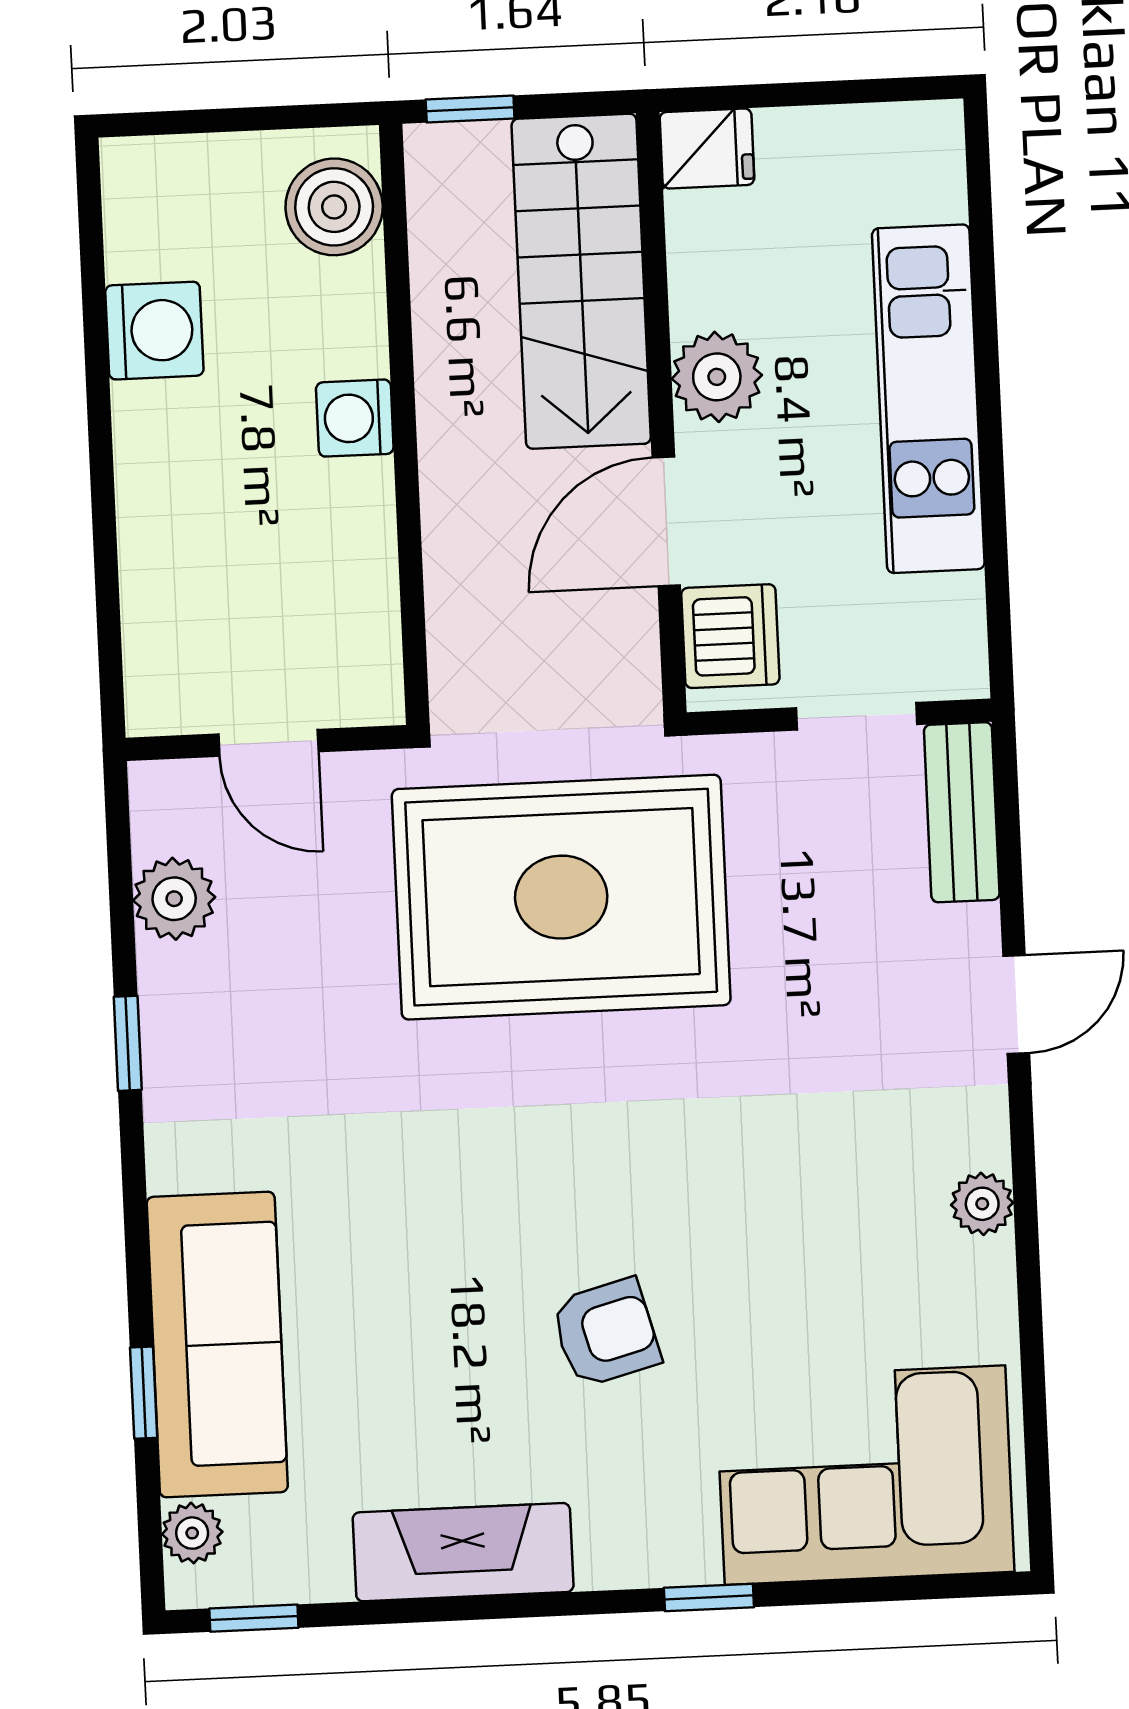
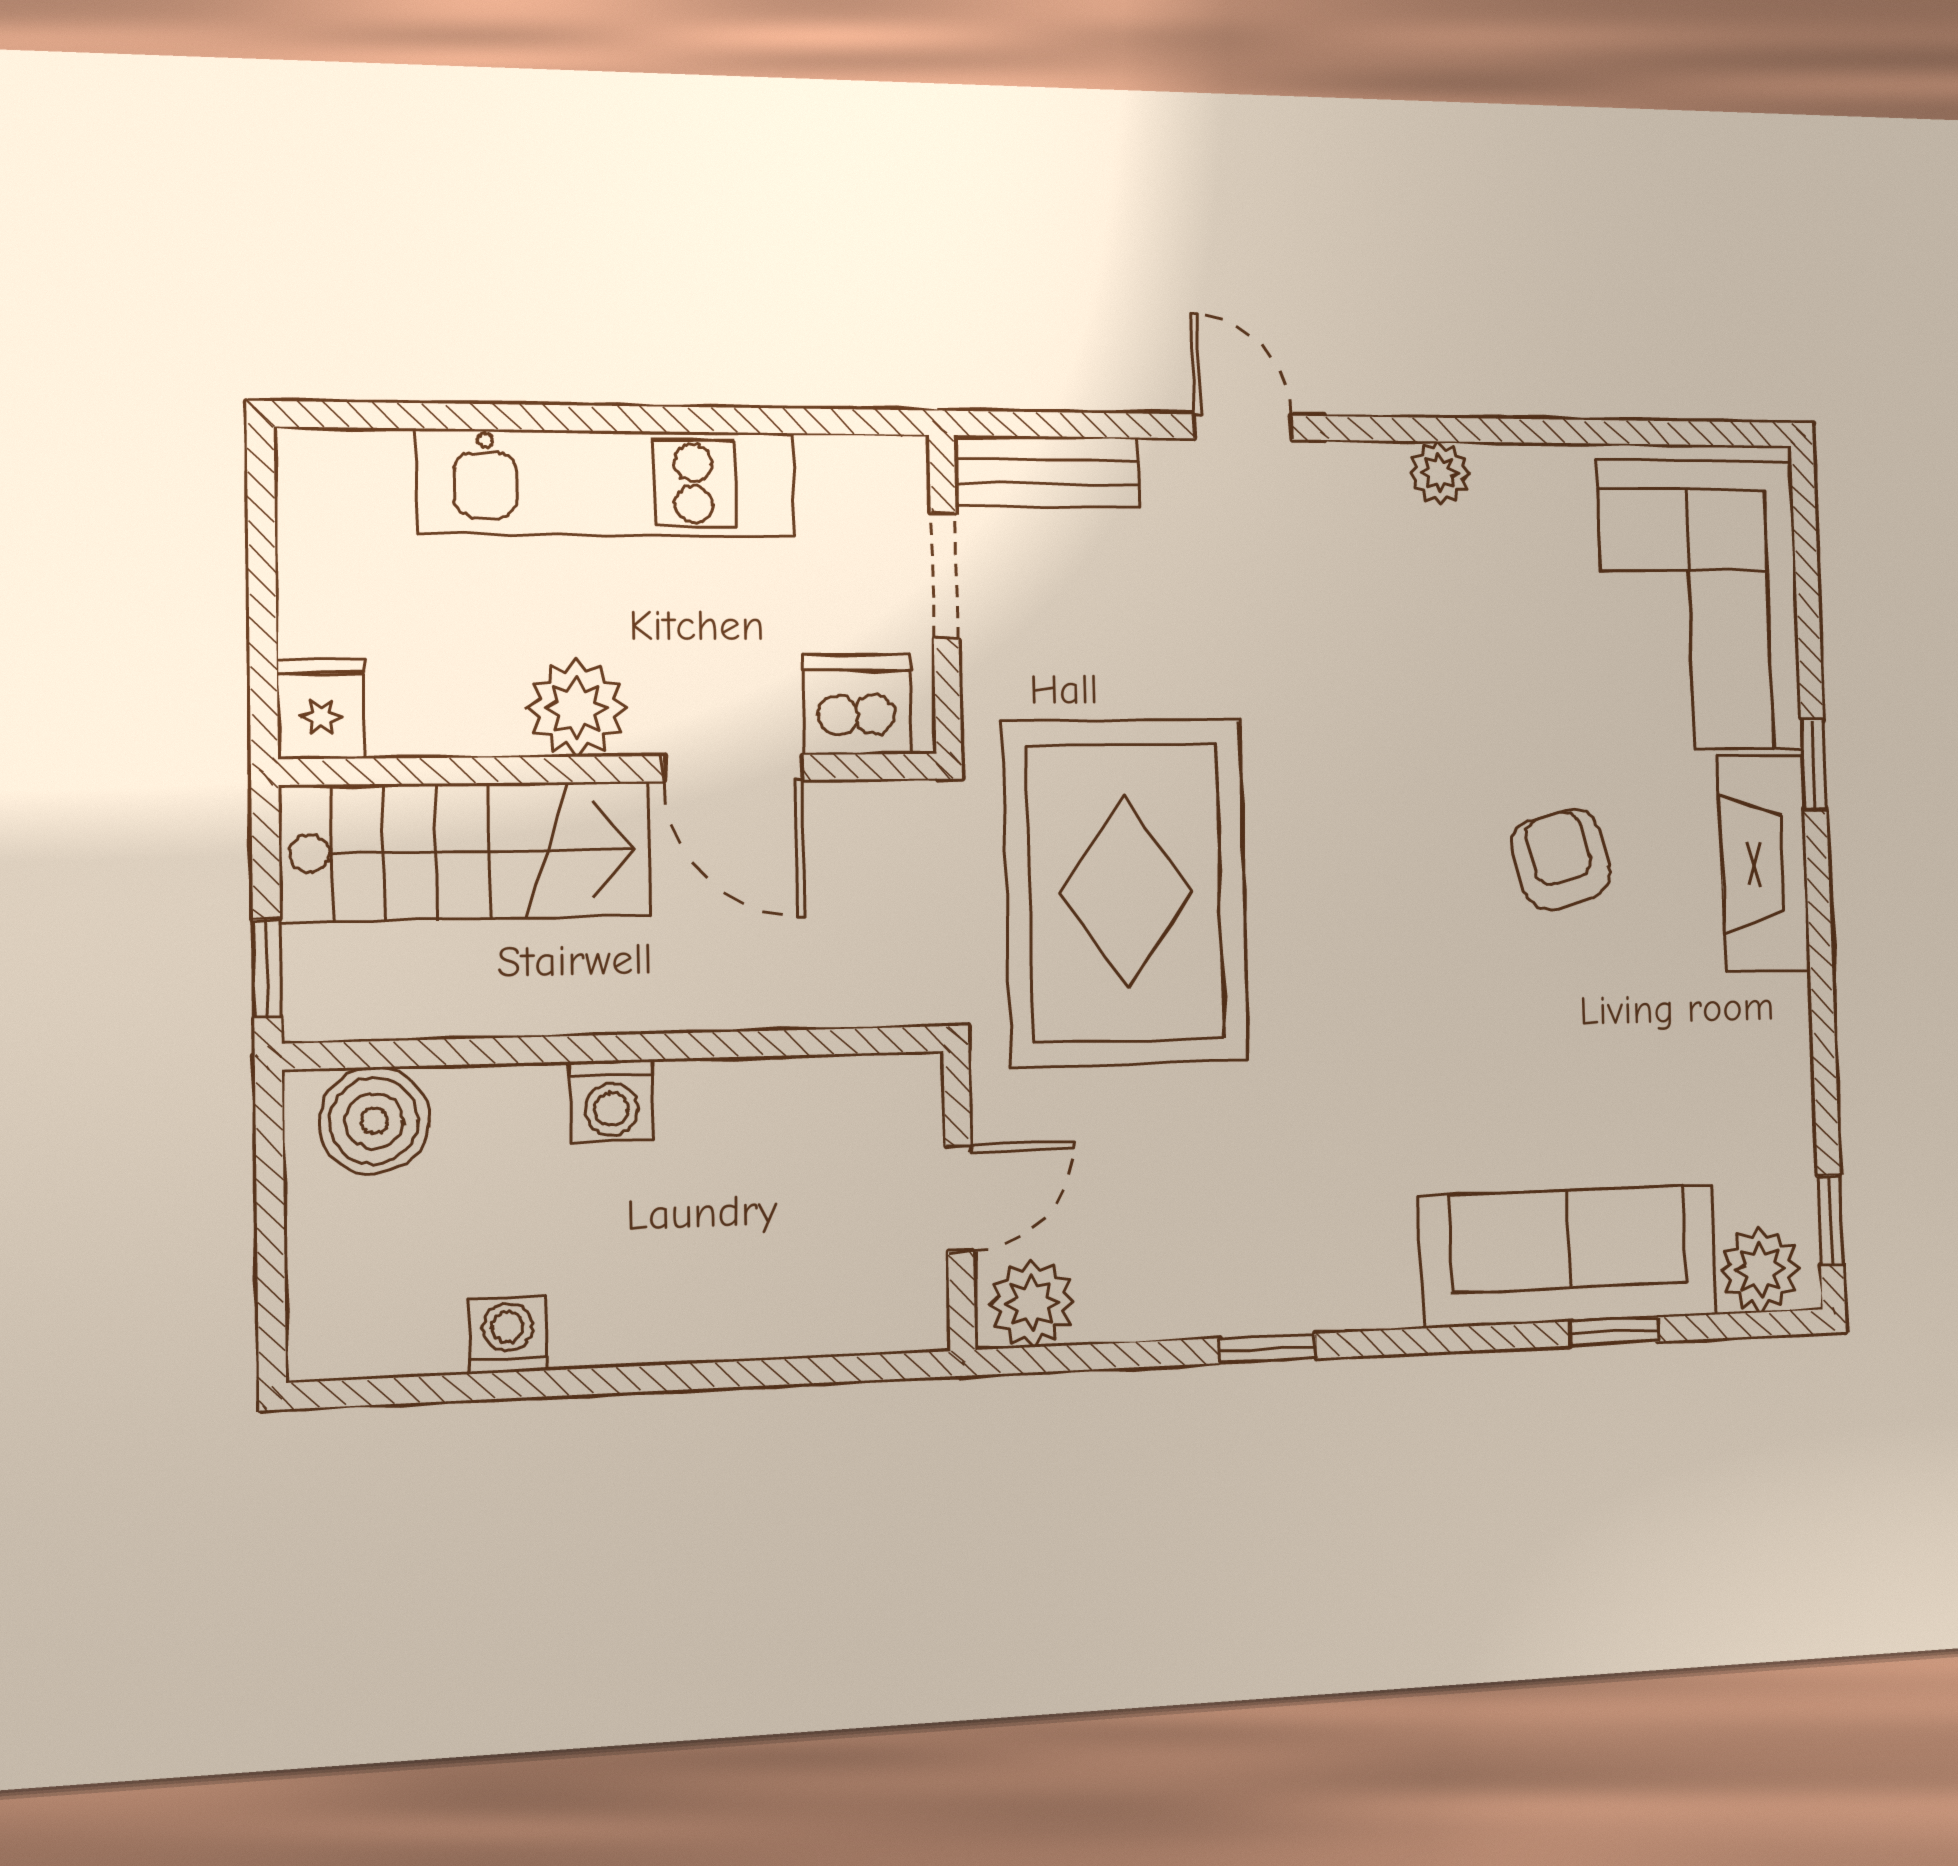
washing machine: (154, 331) -> (508, 1335), width x0.73, depth x0.73
plant: (174, 899) -> (1032, 1303), moved
plant: (192, 1533) -> (1760, 1270), width x1.38, depth x1.38
fireplace: (463, 1552) -> (1764, 863), moved

